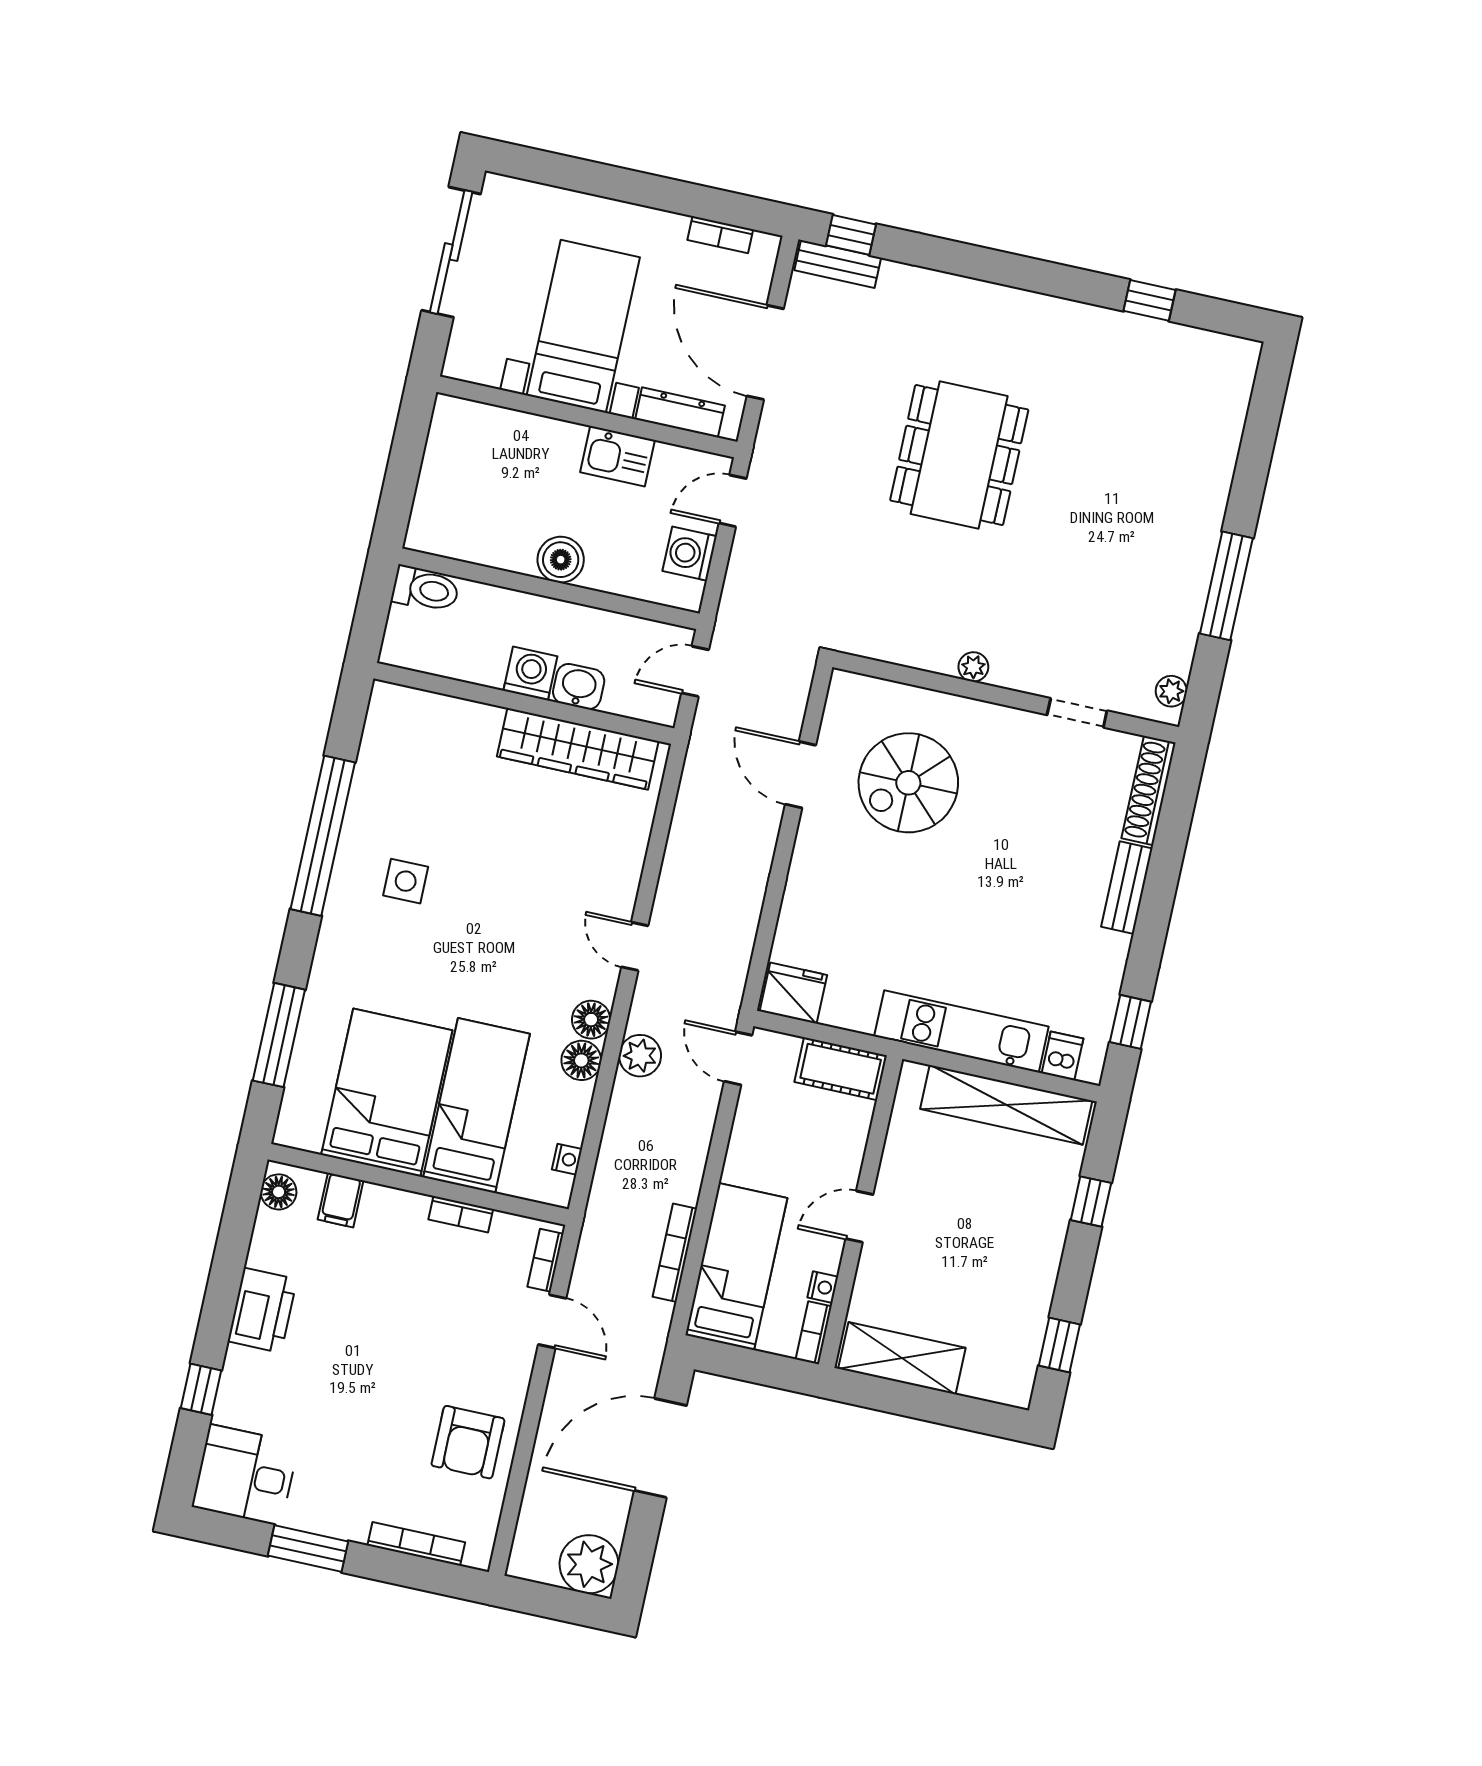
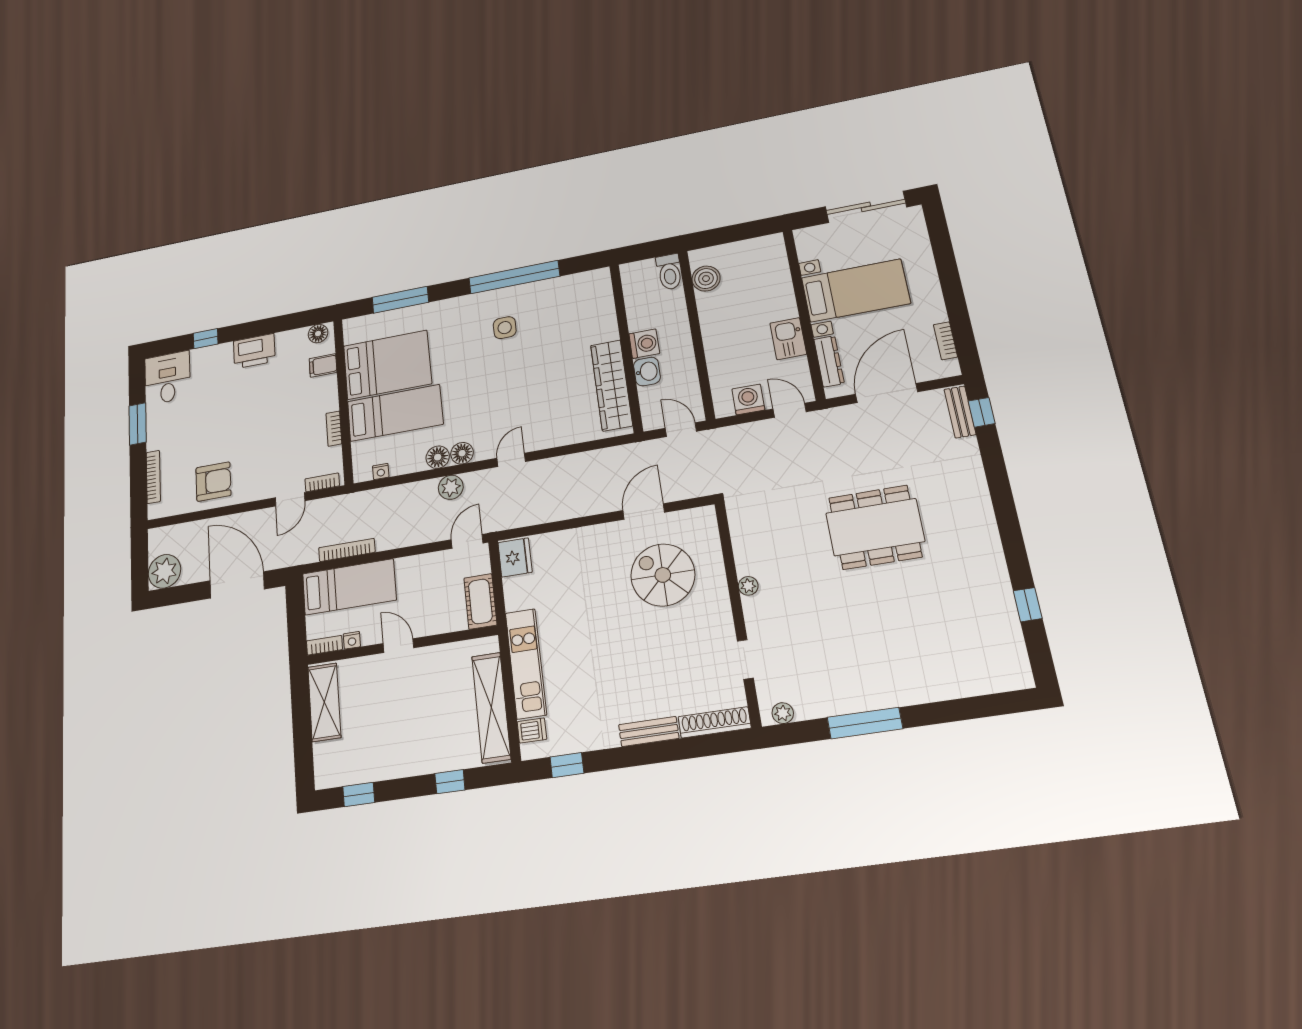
boiler: (561, 560) -> (706, 279), moved
armchair: (468, 1442) -> (213, 482), turned 180

